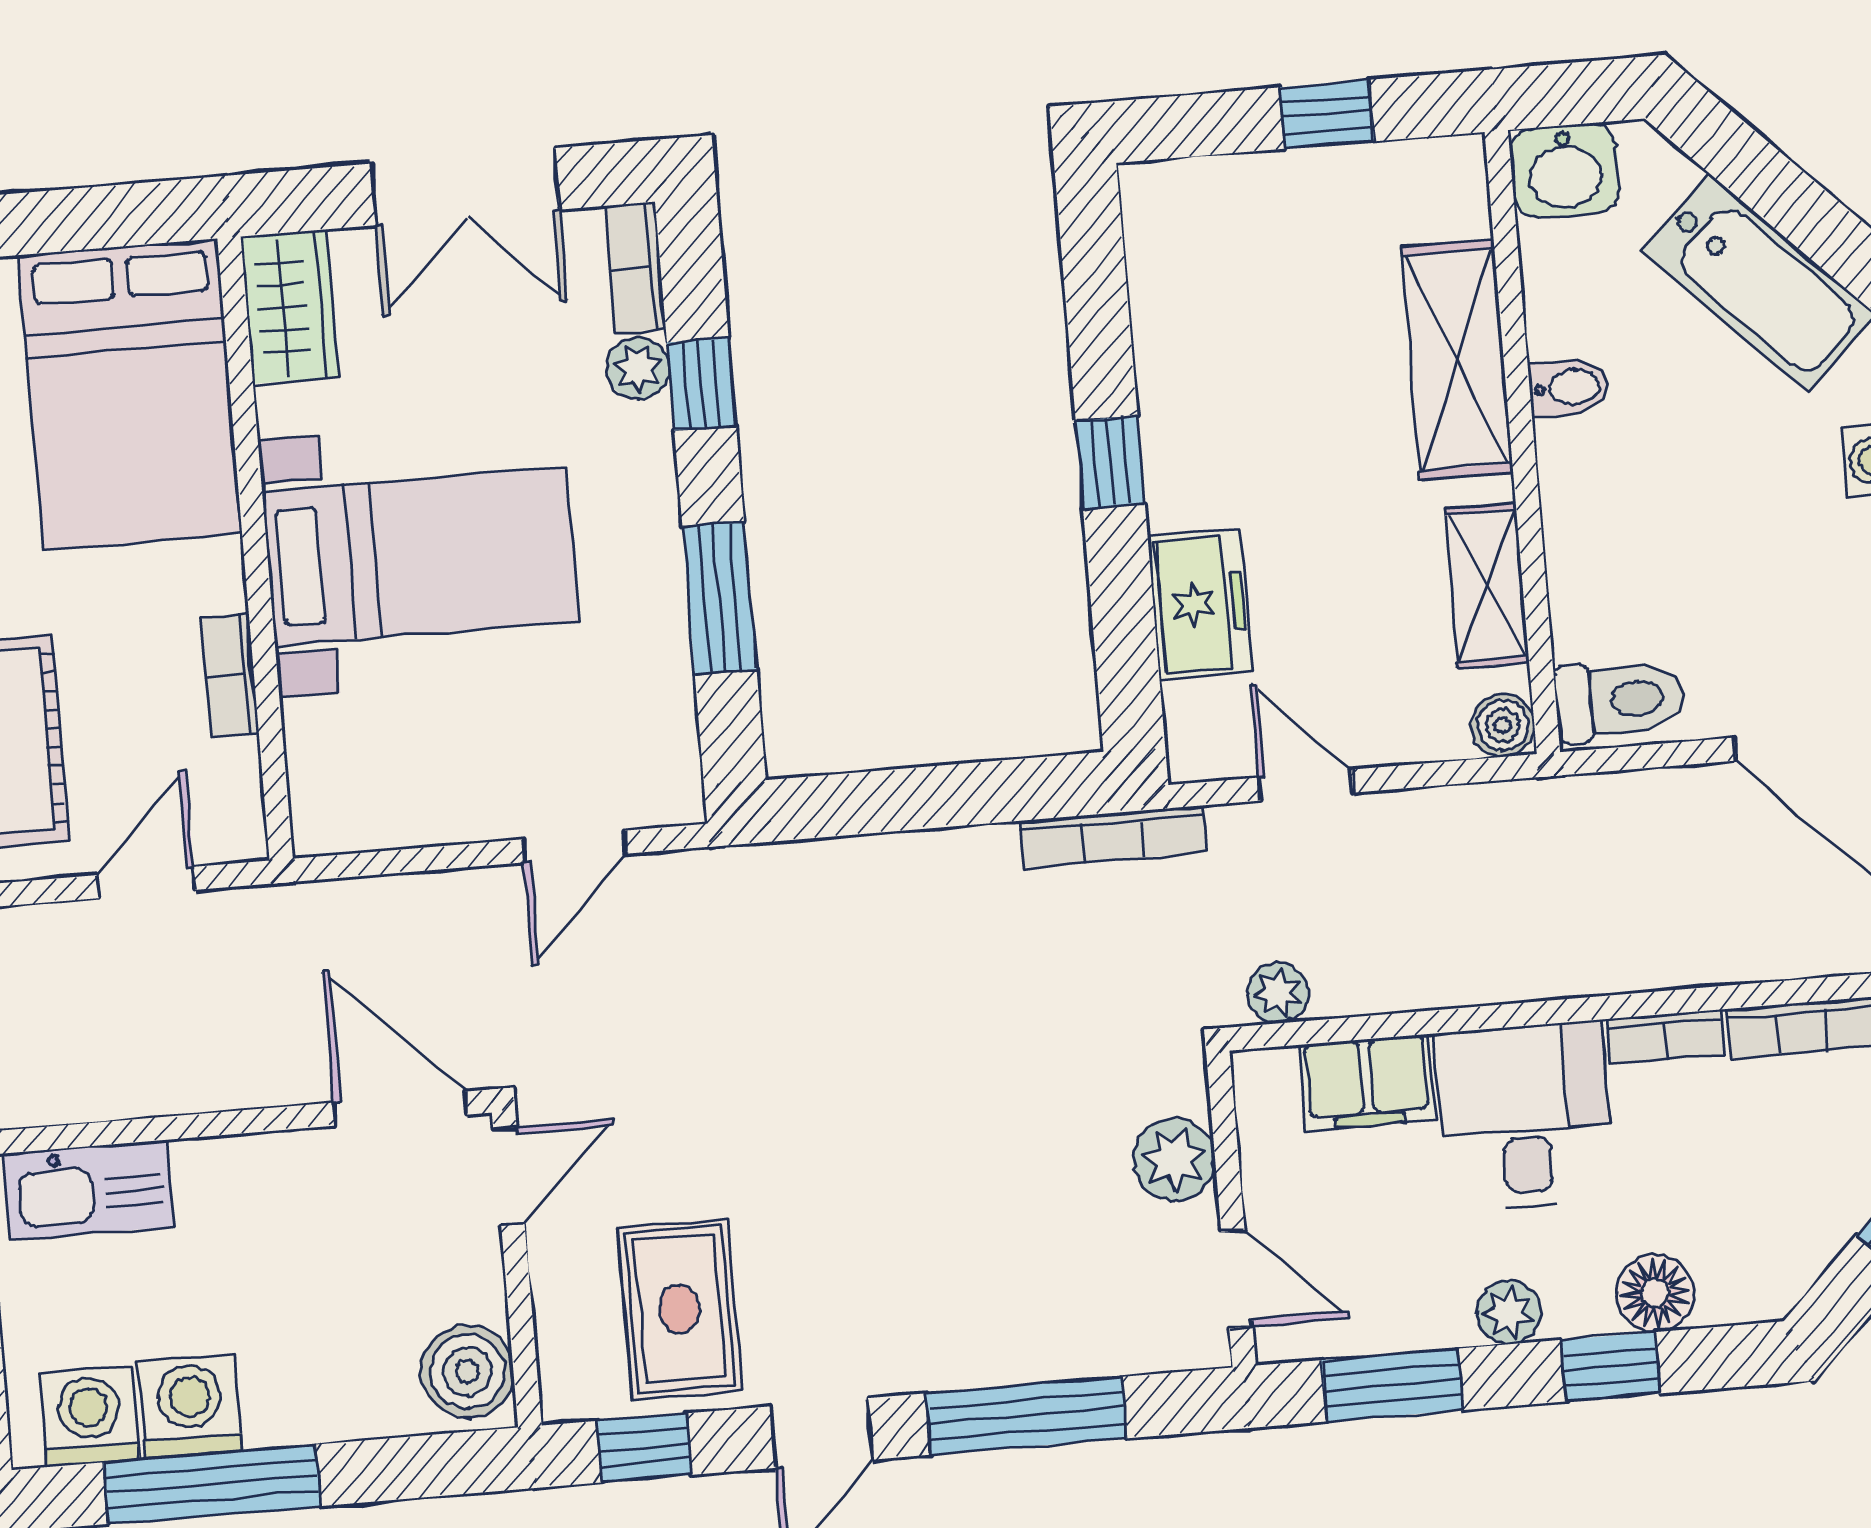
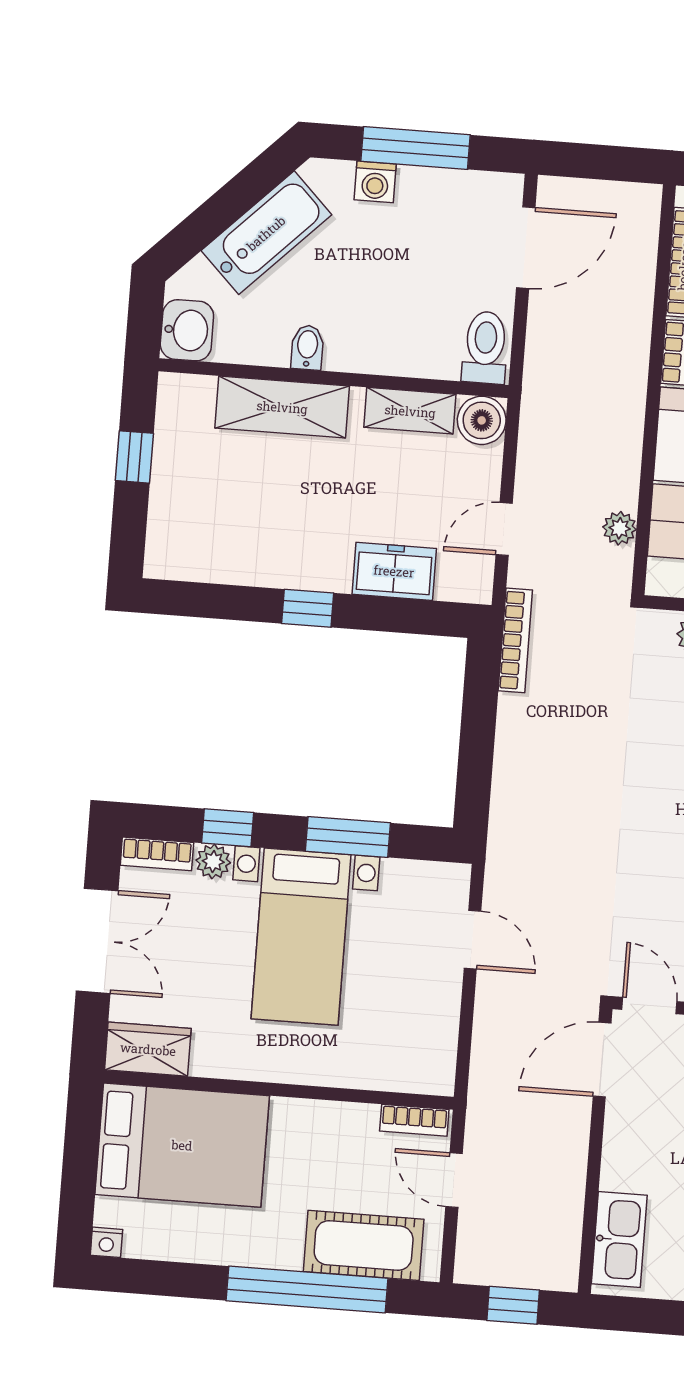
bed with nightstands: (421, 557) -> (301, 937), moved, turned 180
bookcase: (230, 675) -> (414, 1120), moved
boiler: (1503, 725) -> (482, 420), width x1.36, depth x1.36
plant: (1278, 993) -> (620, 528), moved

